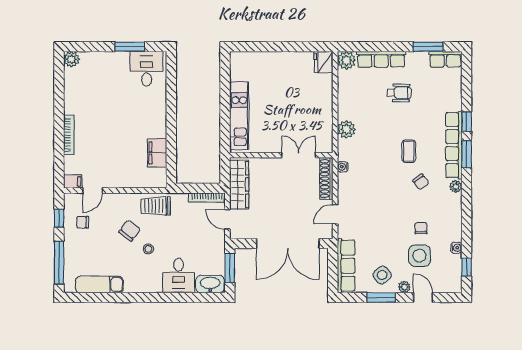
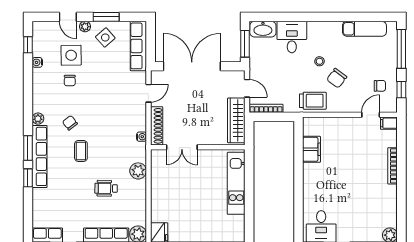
wheelchair: (399, 93) -> (106, 188), moved

